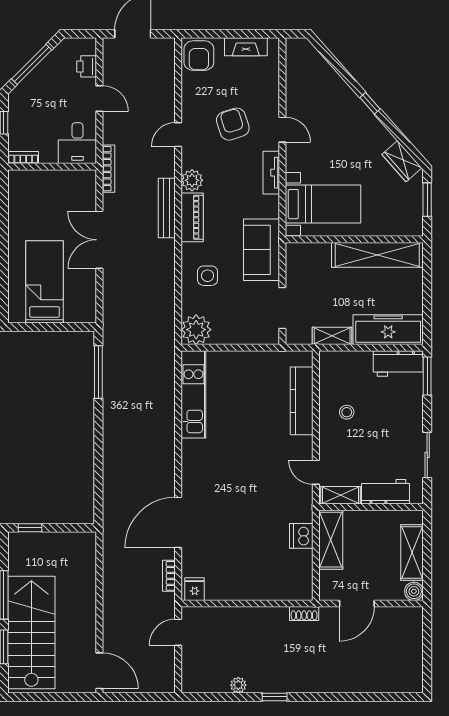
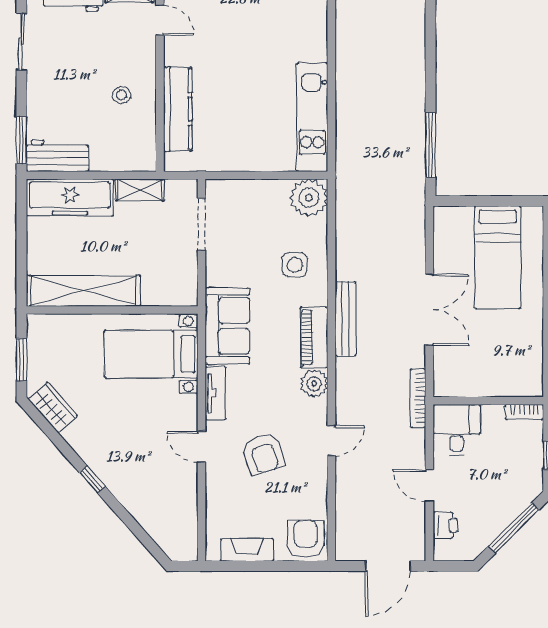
bench: (167, 208) -> (345, 319), moved
sofa: (262, 250) -> (227, 326), moved

